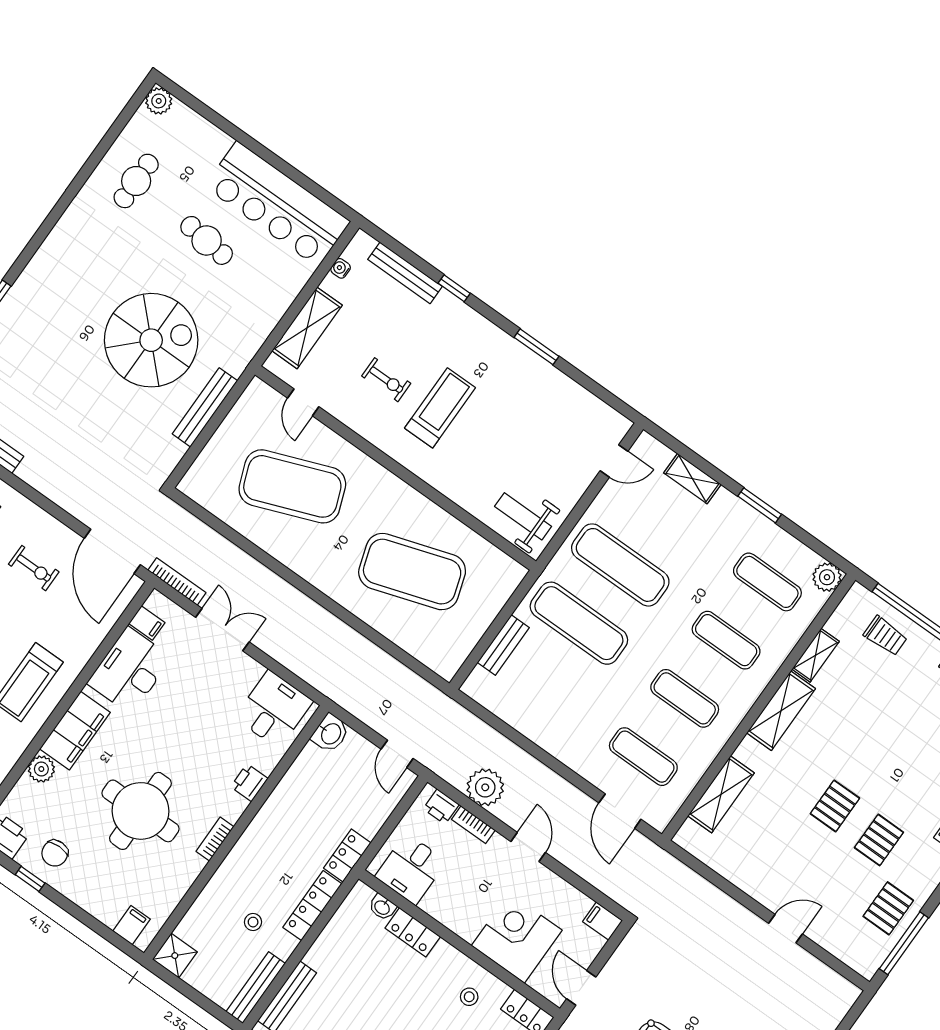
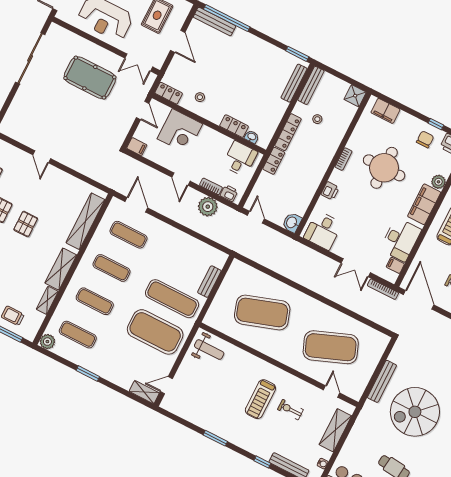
shelving: (692, 479) -> (144, 392), moved
exercise mat: (620, 565) -> (155, 332), width x1.47
shelving: (721, 794) -> (85, 221), width x1.47
filing cabinet: (131, 925) -> (385, 111), width x2.00
door: (785, 929) -> (42, 157), hinge flipped

